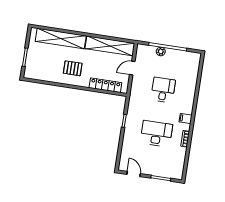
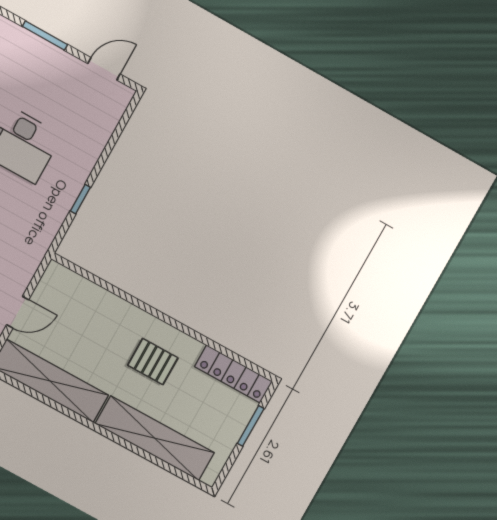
locker: (105, 85) -> (234, 374), moved
door: (134, 174) -> (104, 69), swing flipped

